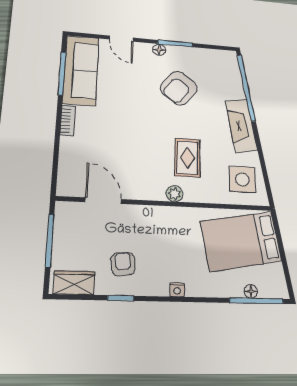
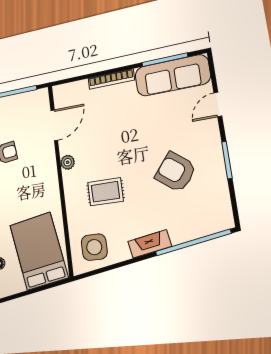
floor lamp: (159, 50) -> (215, 145), removed
bookcase: (68, 121) -> (111, 79), width x1.56
fireplace: (241, 126) -> (150, 244), width x0.73, depth x0.76
plant: (174, 194) -> (68, 162), moved

